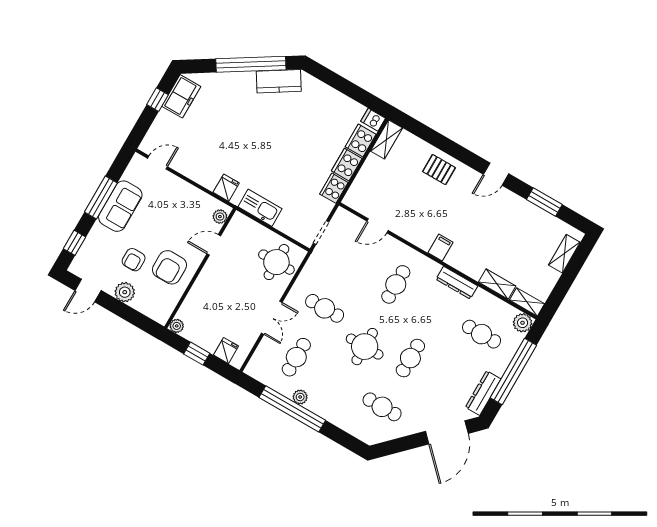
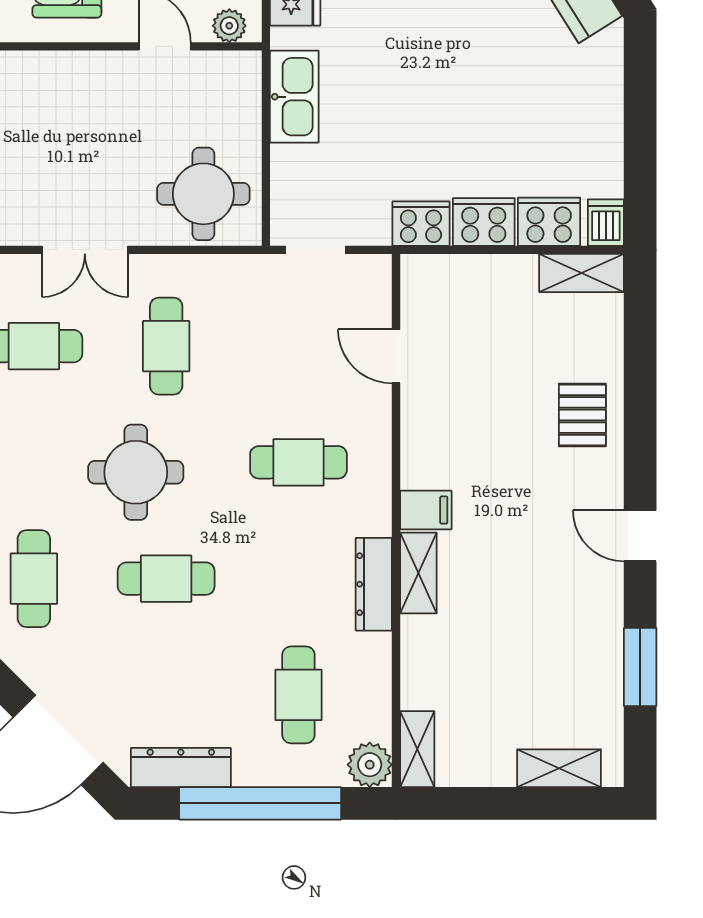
shelving: (497, 284) -> (418, 573), moved

